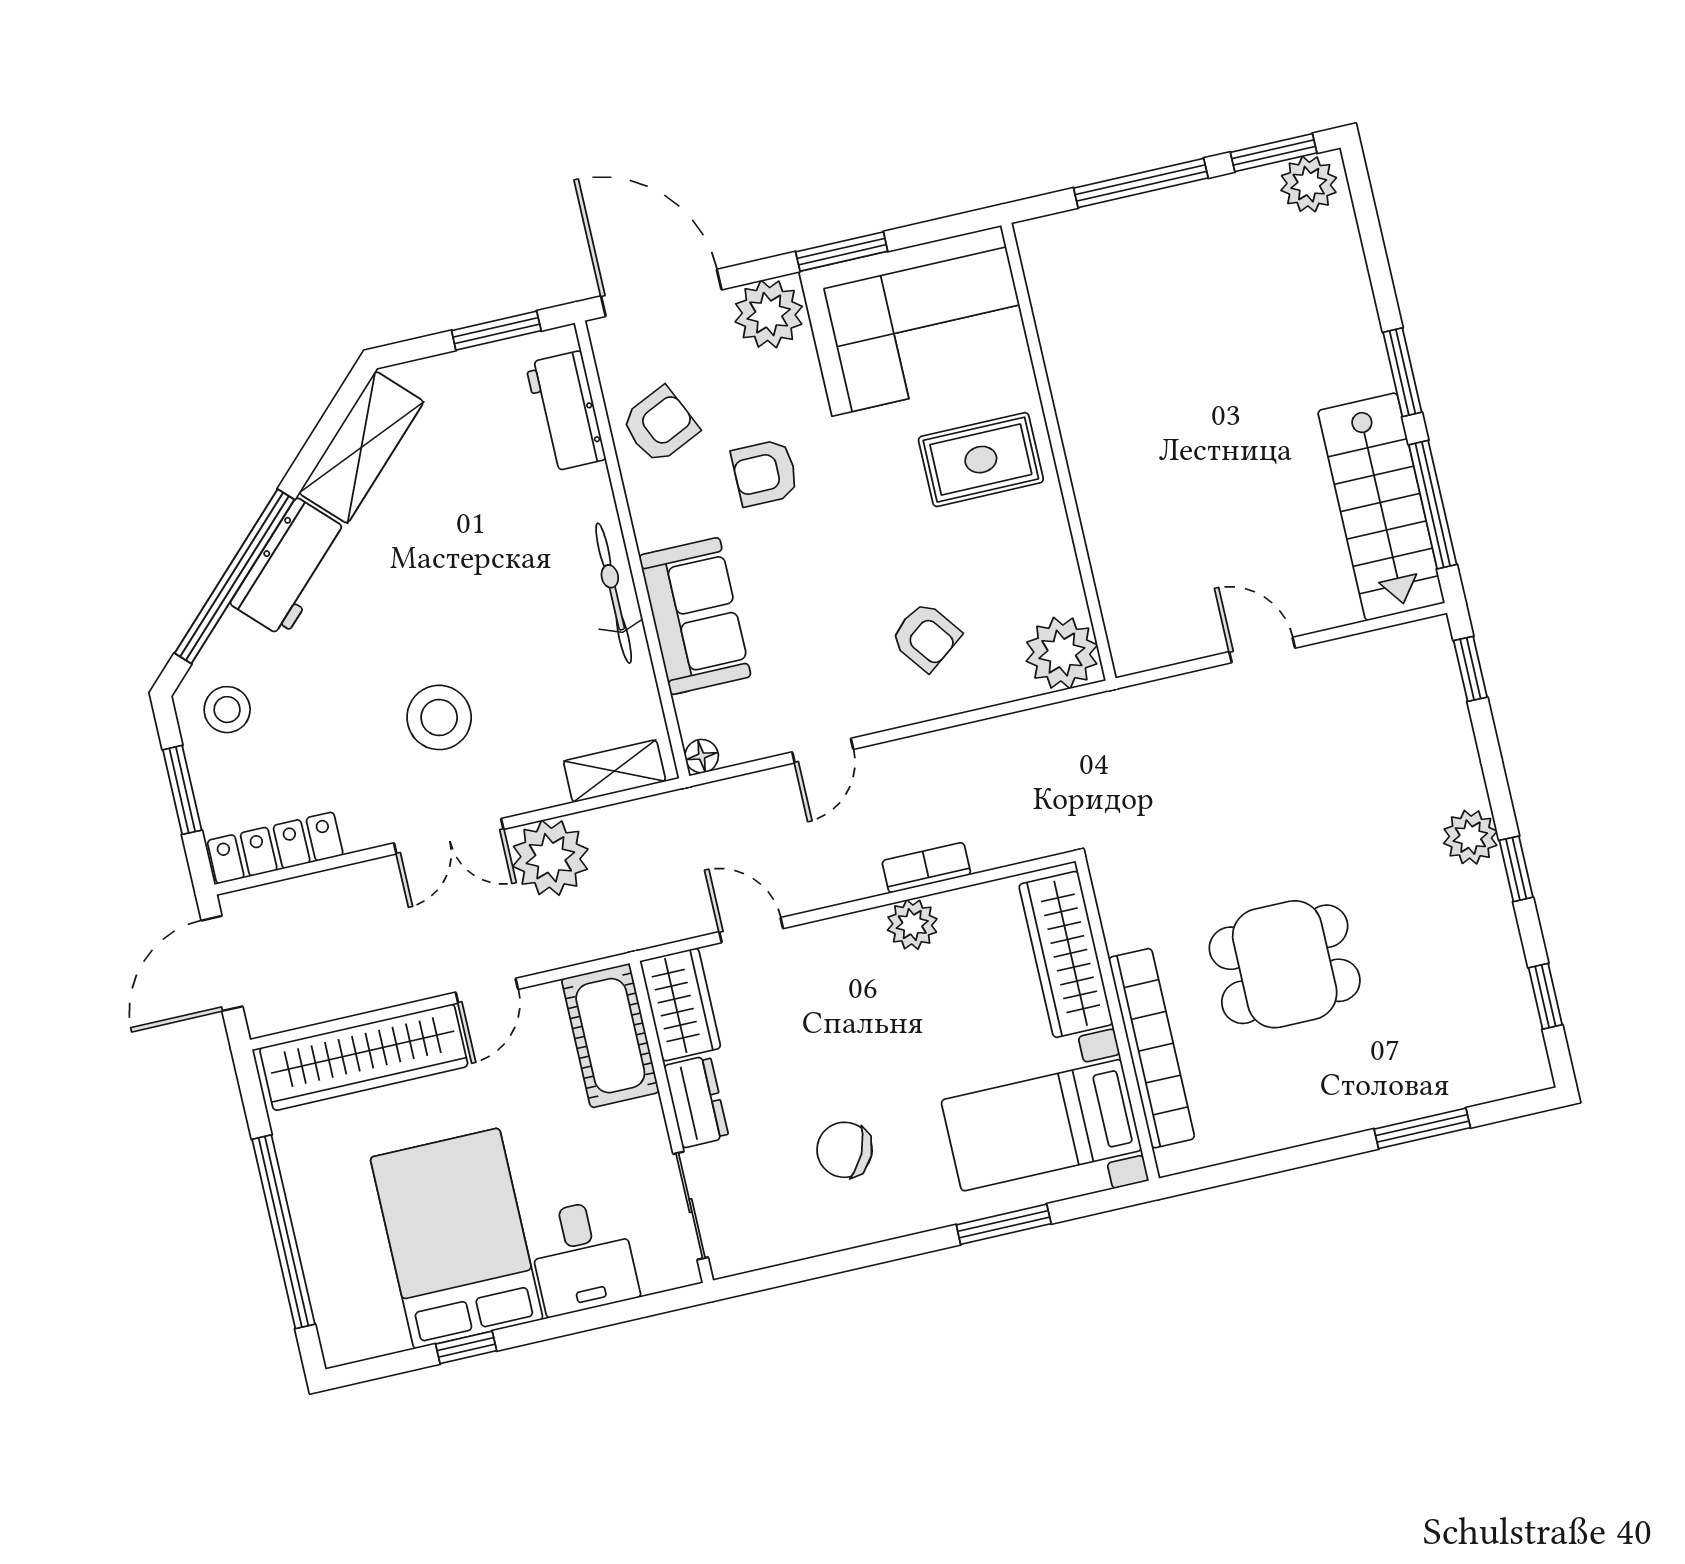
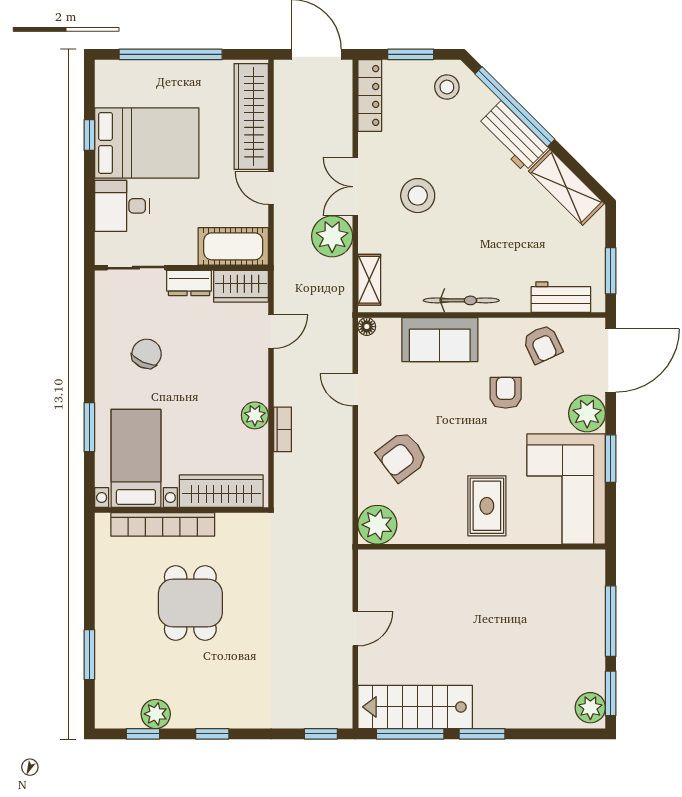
armchair: (926, 637) -> (402, 456), width x1.38, depth x1.38
plant: (1470, 837) -> (156, 714), moved

